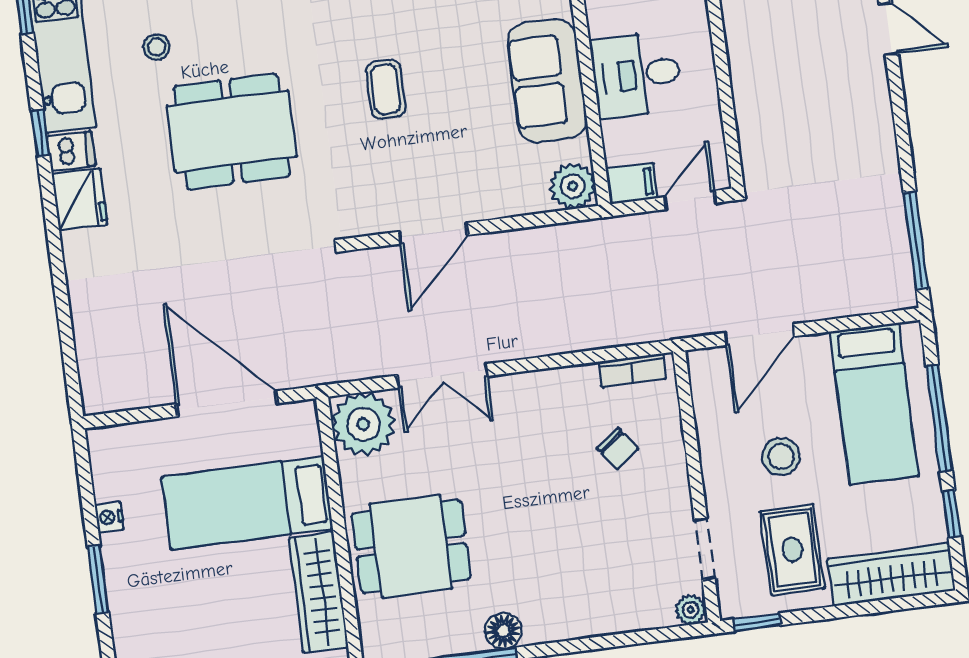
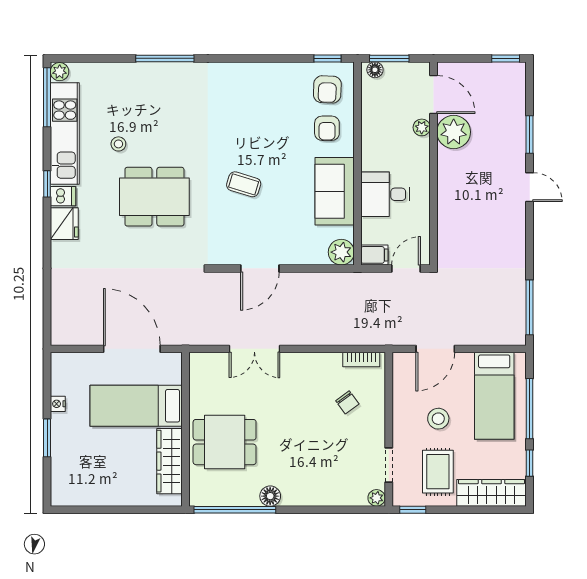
coffee table: (386, 89) -> (244, 184), turned -73
plant: (363, 424) -> (207, 370), removed

